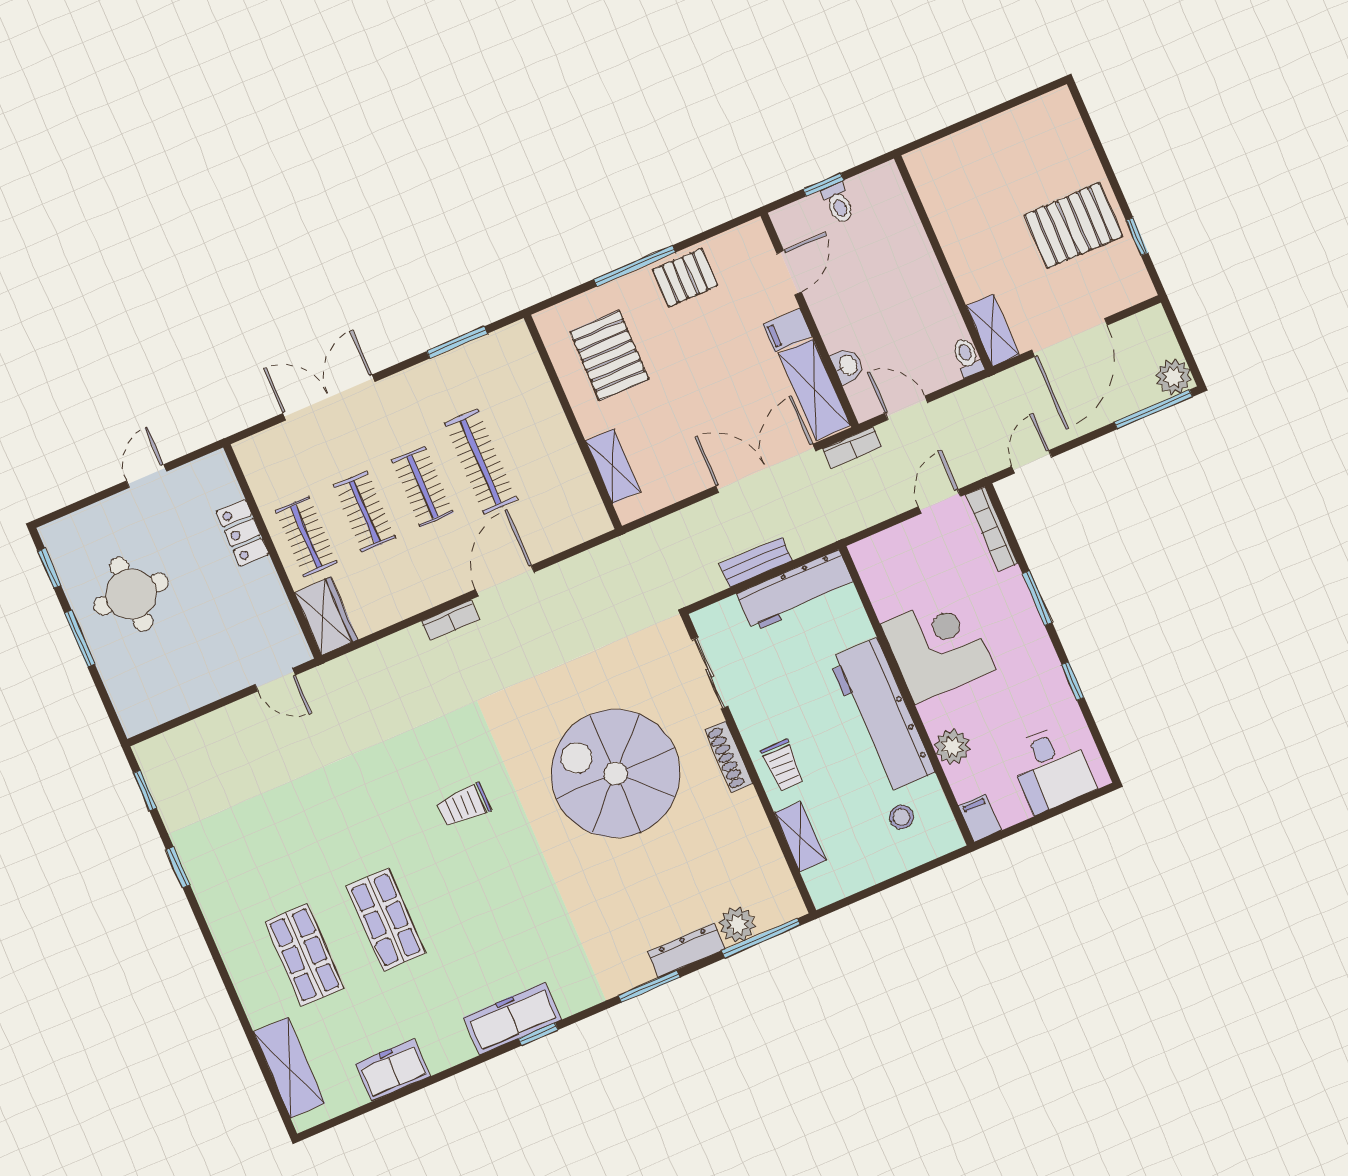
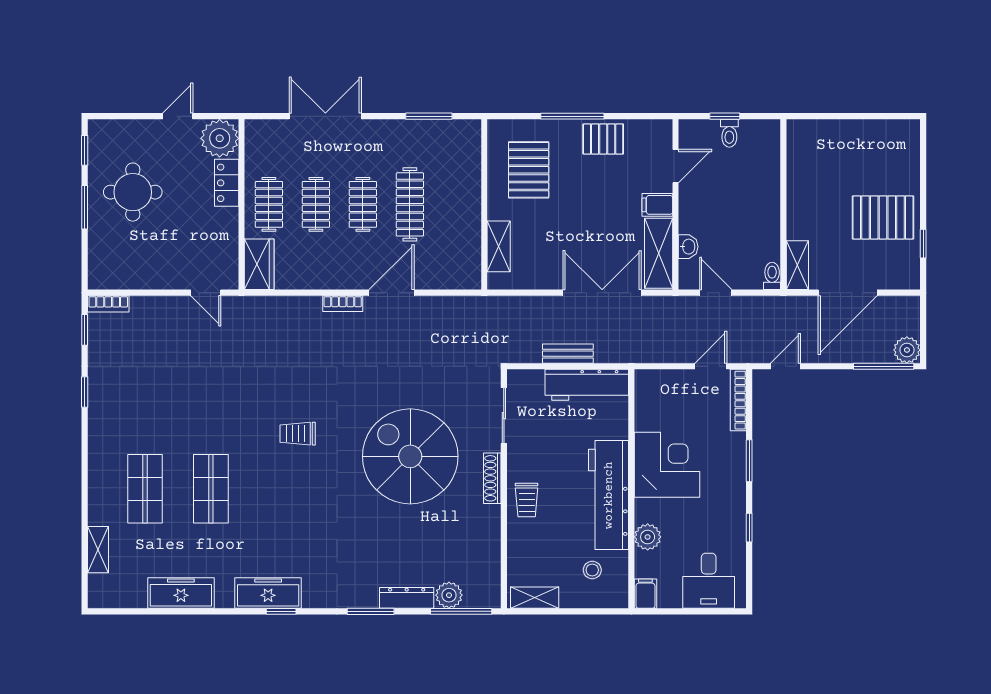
bookcase: (852, 448) -> (108, 304), moved
plant: (210, 481) -> (220, 138), added
shelving: (800, 837) -> (535, 598), moved, turned 90
shelving: (289, 1068) -> (98, 550), width x0.67, depth x0.75
freezer: (393, 1070) -> (181, 593), width x1.40

